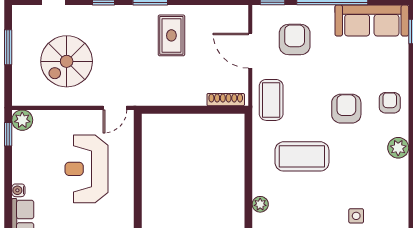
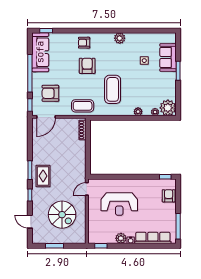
rug: (171, 35) -> (43, 176), moved, turned 90
door: (250, 51) -> (46, 117), moved
door: (115, 108) -> (87, 189), swing flipped
armchair: (346, 109) -> (87, 66), turned 90
plant: (22, 120) -> (121, 238), moved
plant: (398, 148) -> (120, 38), moved

